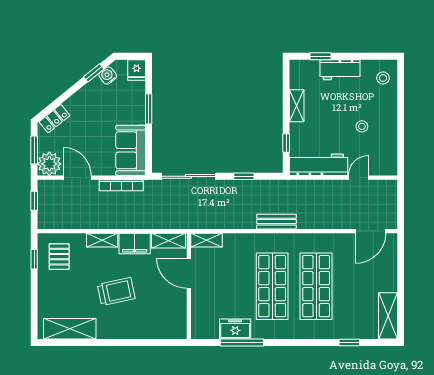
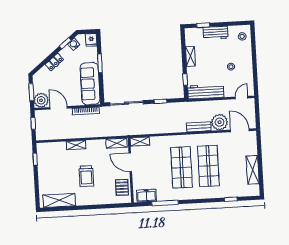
locker: (54, 119) -> (54, 62), moved
sofa: (131, 150) -> (90, 84), width x1.36
door: (359, 178) -> (242, 98), moved
plant: (338, 216) -> (220, 122), added
bench: (277, 222) -> (199, 127), moved
door: (371, 231) -> (240, 130), swing flipped
filing cabinet: (135, 243) -> (96, 146), removed
pallet: (59, 257) -> (122, 187), moved
trolley: (116, 291) -> (86, 176), turned 102
shelving: (388, 316) -> (253, 170), moved
freezer: (235, 329) -> (146, 196), moved

